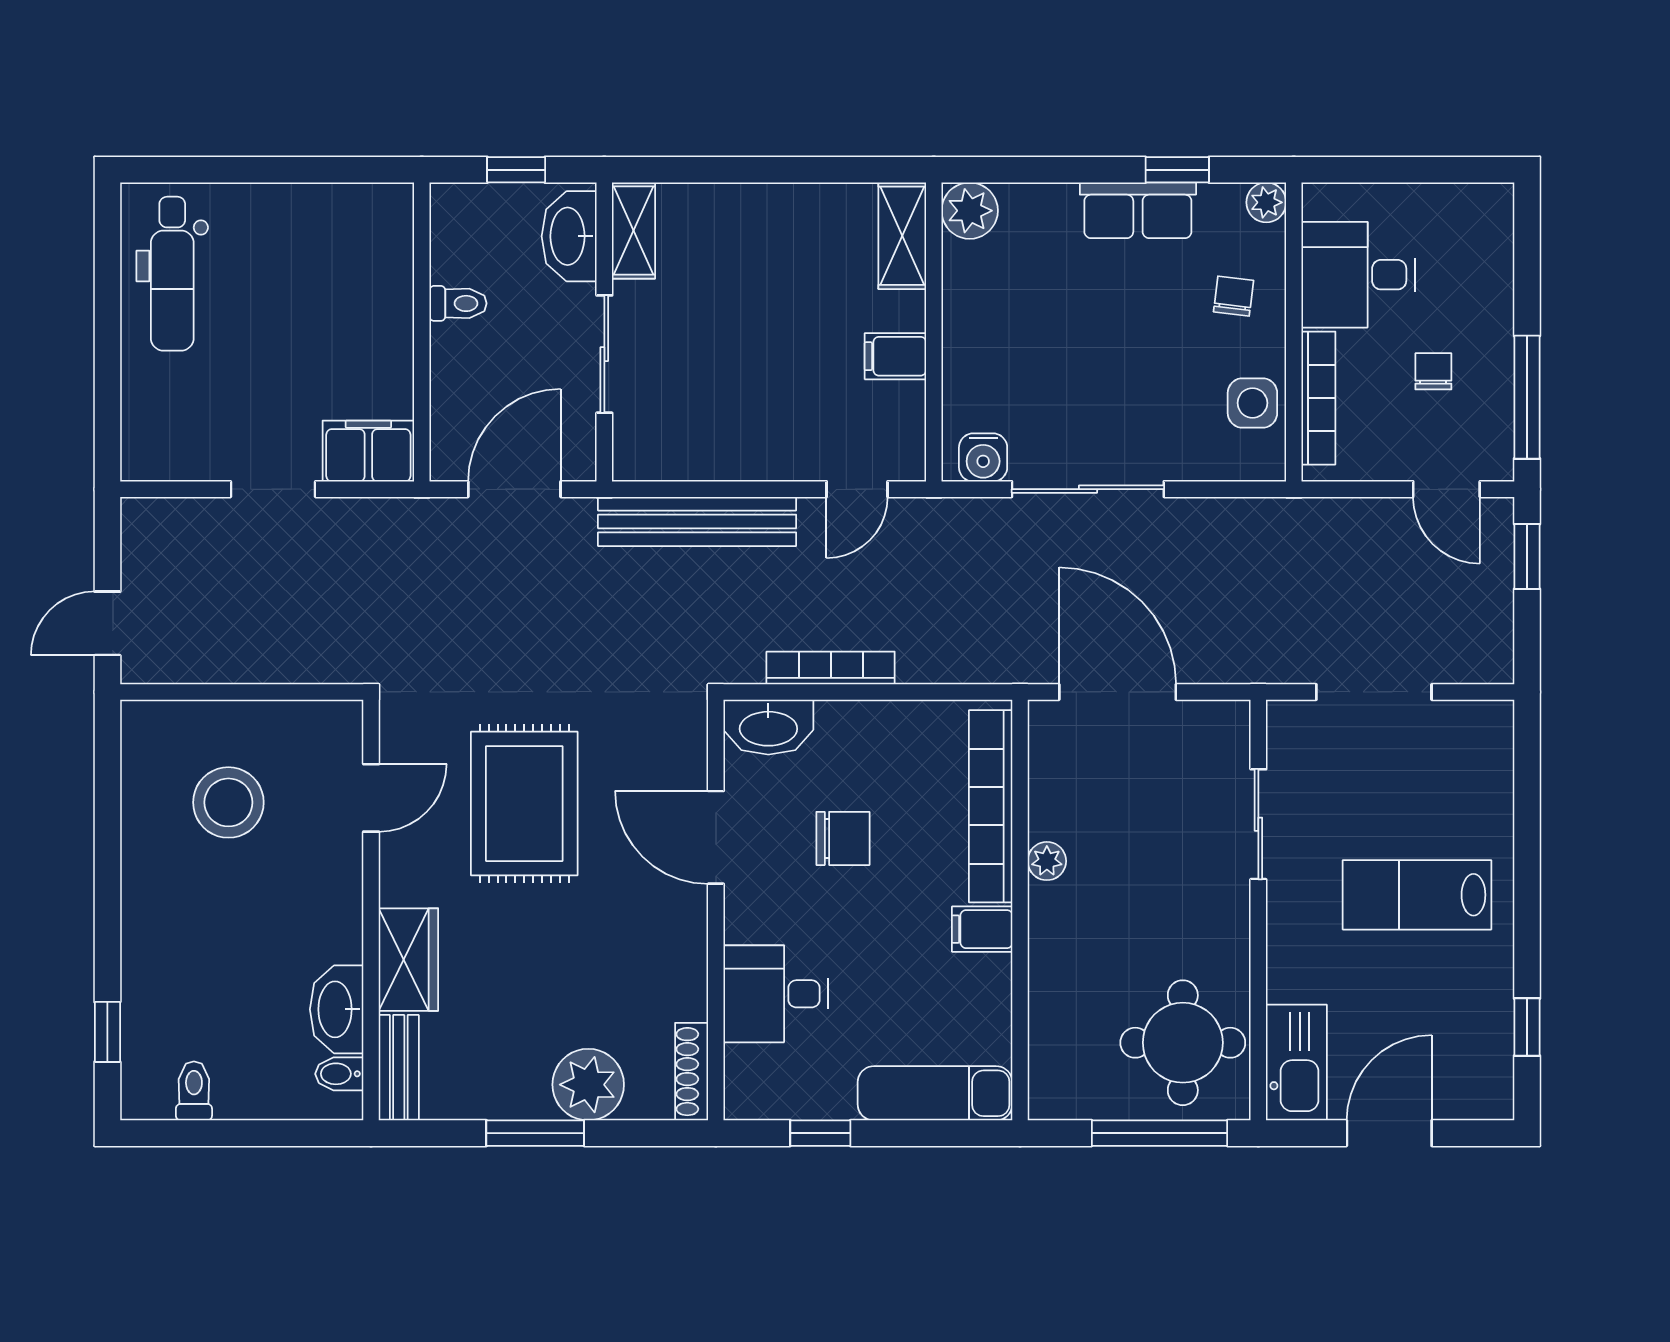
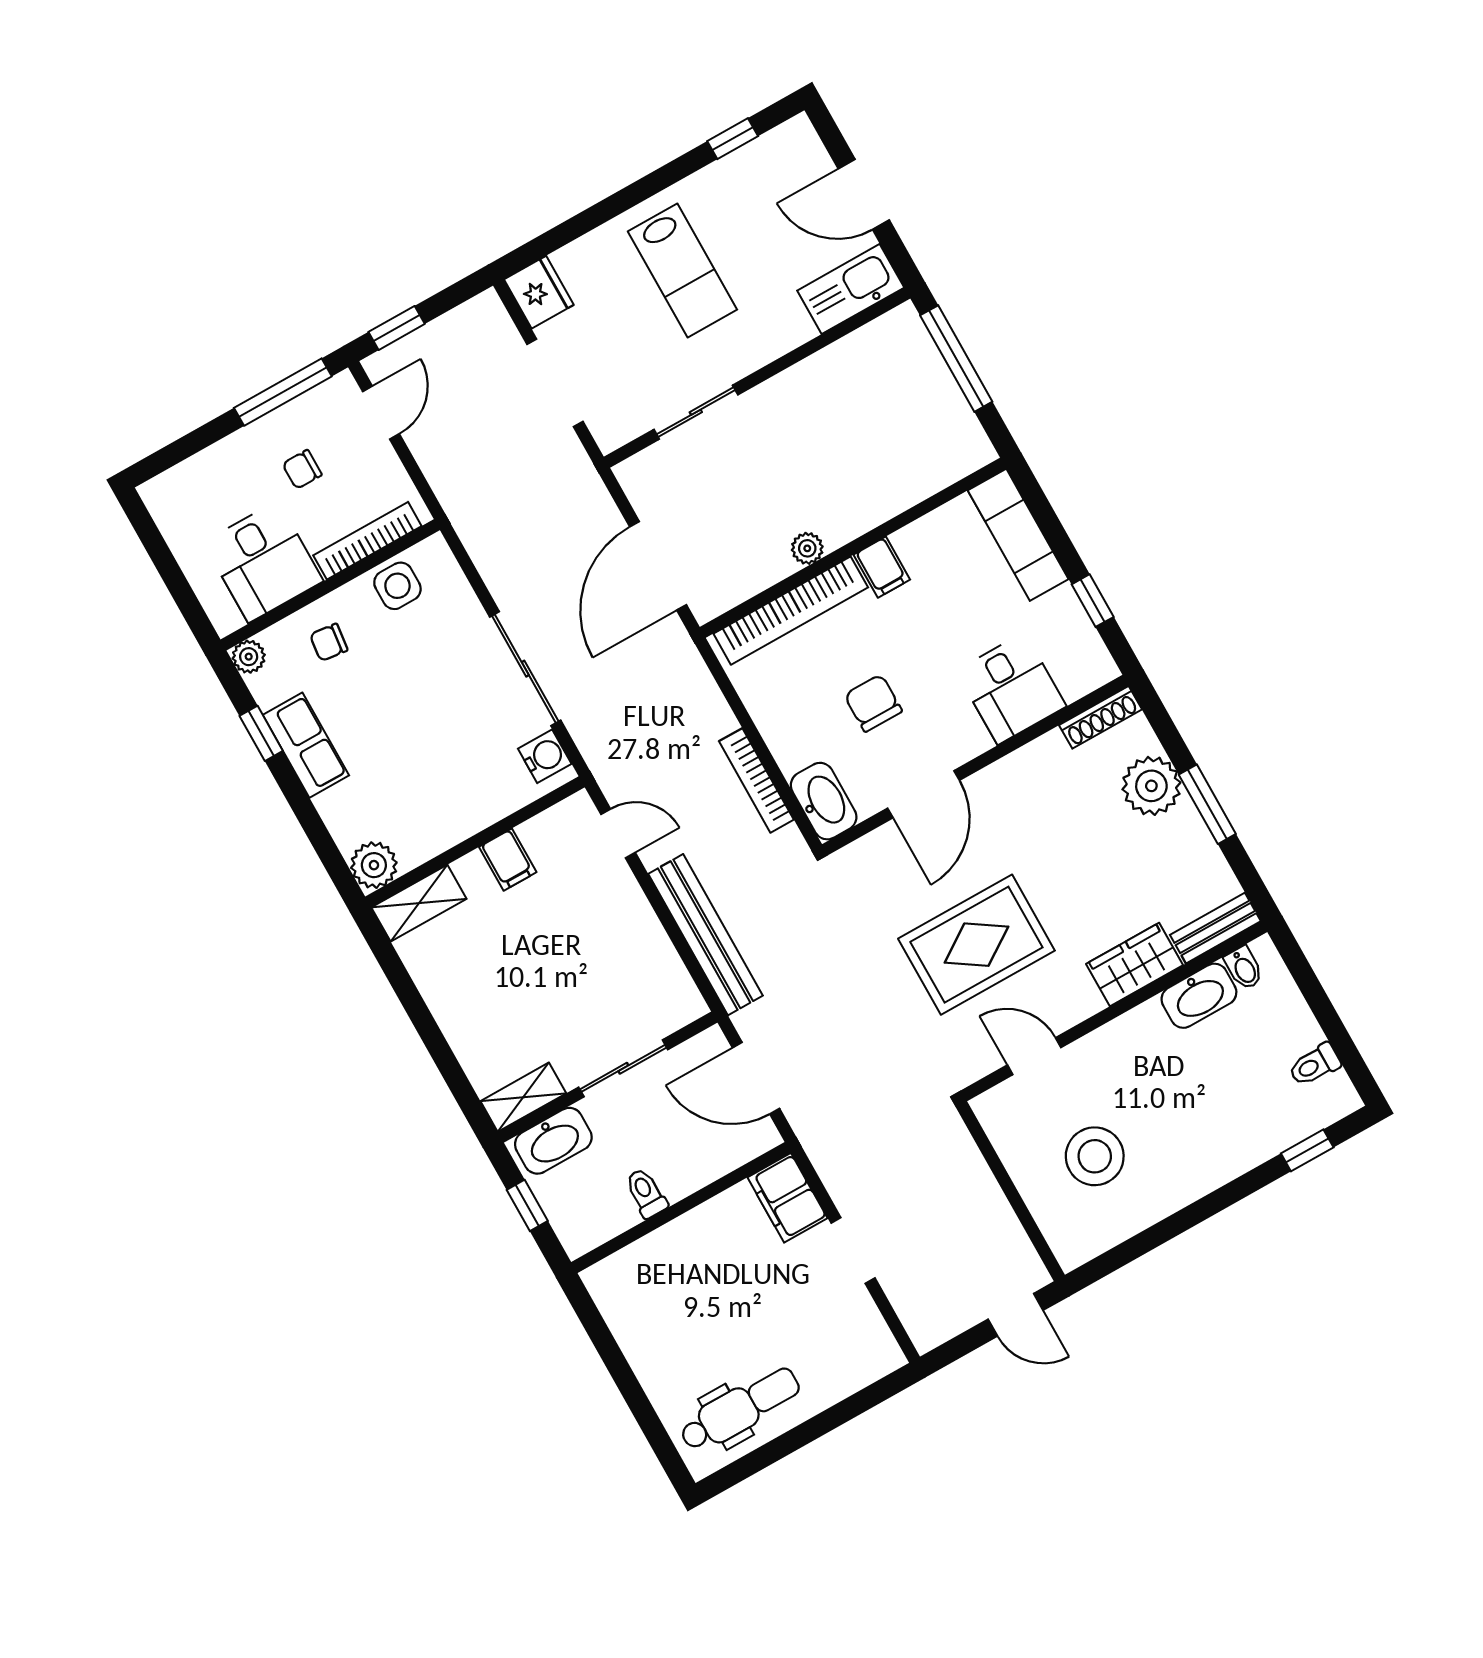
fridge: (1480, 729) -> (539, 292), added
round table: (1183, 1043) -> (882, 378), removed

